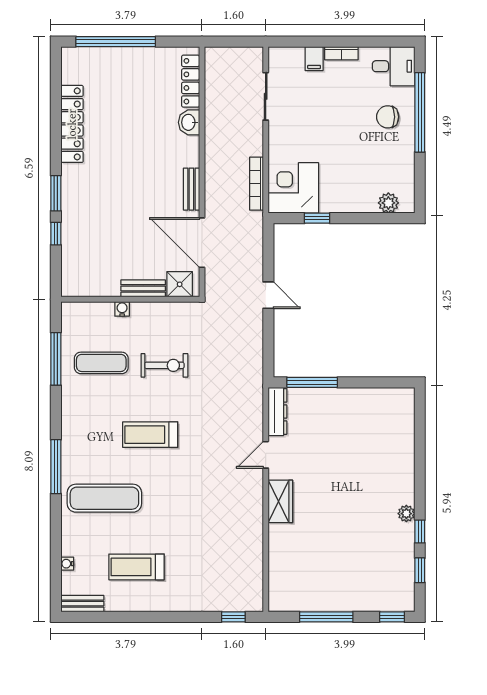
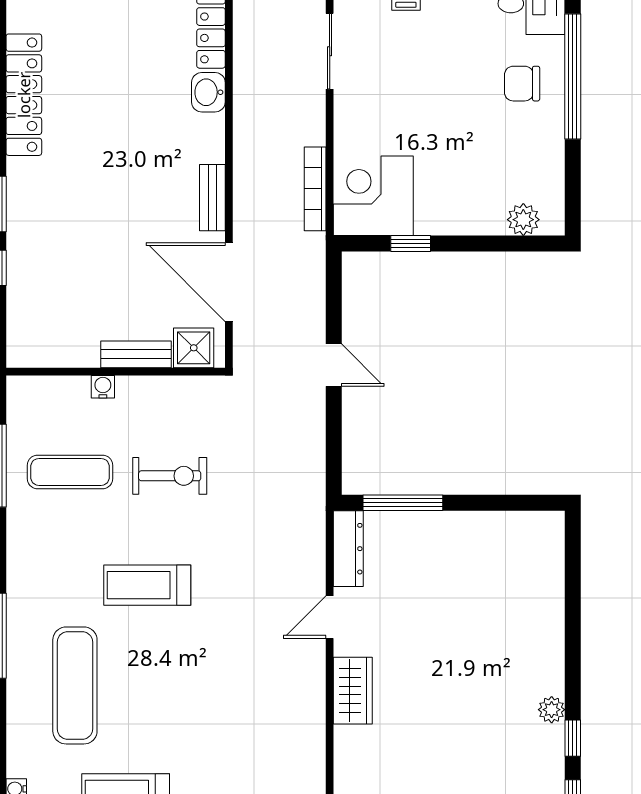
exercise mat: (104, 498) -> (75, 685), turned 90

